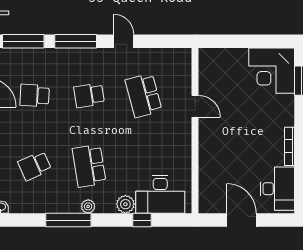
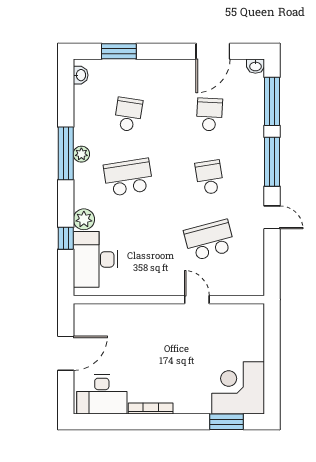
door: (124, 41) -> (272, 217), hinge flipped
door: (195, 106) -> (197, 300), swing flipped
school desk: (35, 166) -> (128, 114), turned 33
plant: (88, 206) -> (81, 154), moved

